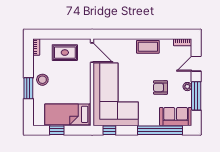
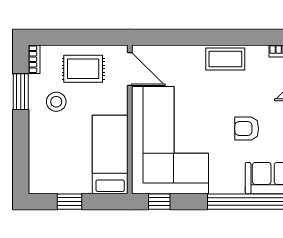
stool: (42, 80) -> (56, 102), moved
window: (28, 88) -> (21, 92), moved
bed: (68, 114) -> (110, 155), moved, turned 90

